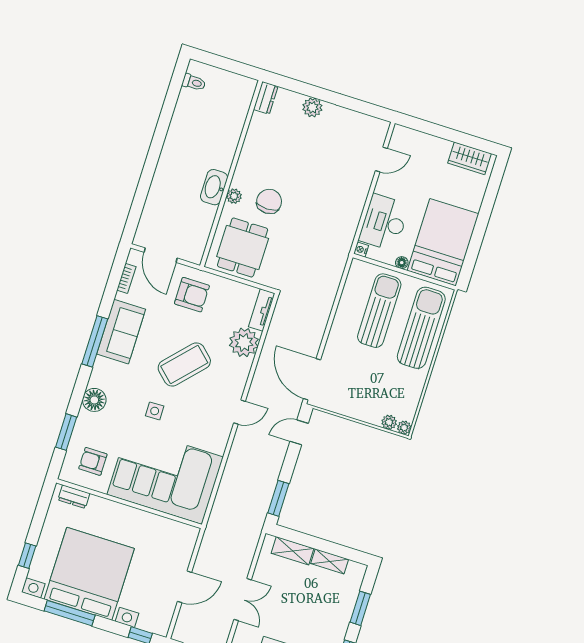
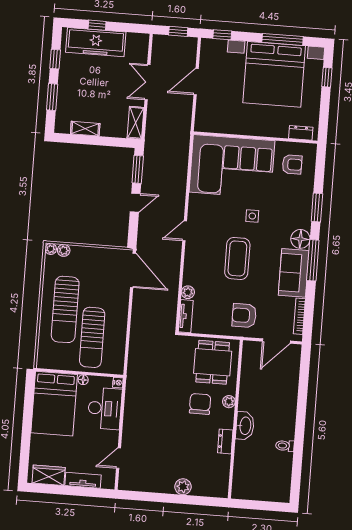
toilet: (194, 82) -> (285, 446), moved
dresser: (266, 98) -> (225, 441), moved
tv unit: (430, 143) -> (83, 480), added
washbasin: (214, 187) -> (245, 426), moved
chair: (269, 201) -> (200, 404), turned 180
door: (161, 255) -> (276, 341), swing flipped
bookcase: (126, 278) -> (299, 316), width x1.56
sun lounger: (421, 328) -> (65, 309), moved
plant: (244, 342) -> (188, 292), width x0.53, depth x0.53
coffee table: (184, 364) -> (237, 258), turned -43
floor lamp: (94, 400) -> (300, 239), moved
window: (66, 432) -> (317, 208), moved
door: (299, 432) -> (135, 203), moved
shelving: (293, 551) -> (135, 123), moved, turned 90

